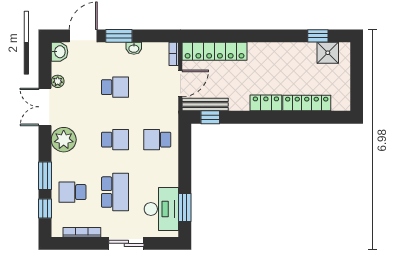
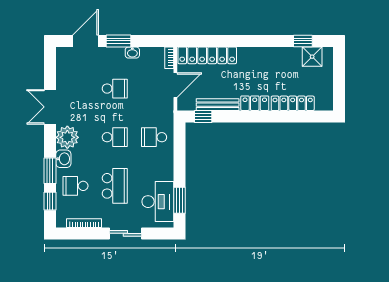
washbasin: (59, 52) -> (63, 159), moved
plant: (58, 81) -> (62, 83), removed
bench: (205, 104) -> (218, 105), moved

